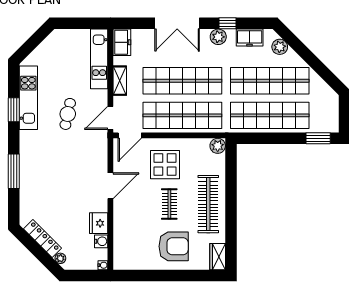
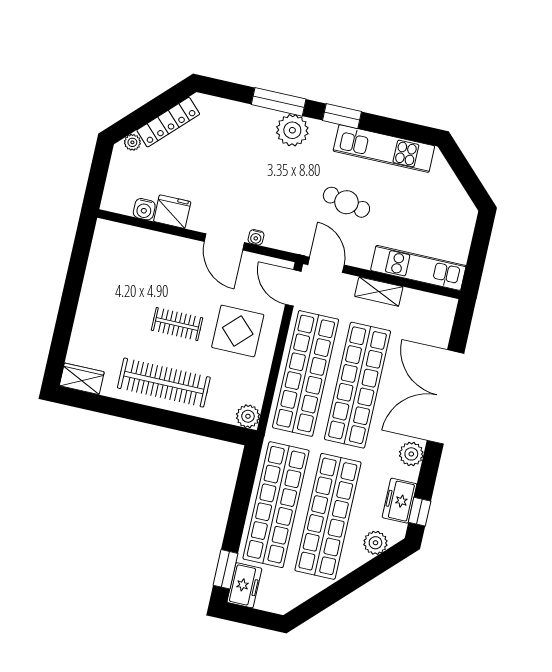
double door: (177, 23) -> (445, 397), width x1.36
window: (228, 23) -> (420, 512), moved
freezer: (122, 42) -> (244, 585), moved, turned -90
window: (14, 110) -> (342, 116), moved
plant: (30, 159) -> (292, 130), added
armchair: (174, 246) -> (112, 316), removed
water cooler: (103, 265) -> (256, 237), moved

